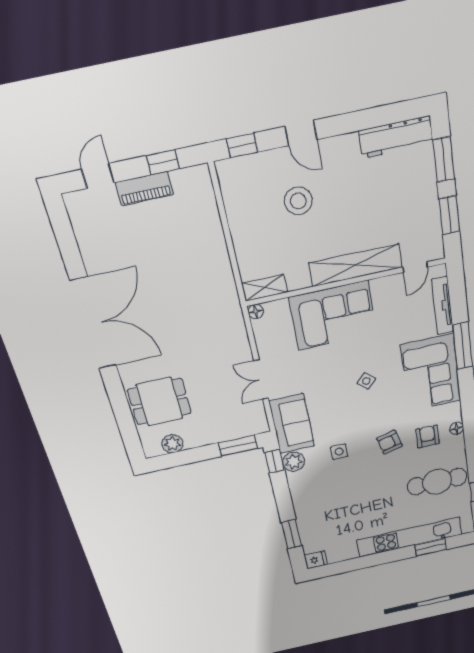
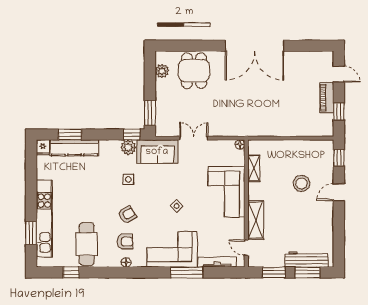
workbench: (396, 137) -> (306, 259), moved, turned 90
shelving: (356, 265) -> (256, 220), width x0.68
shelving: (265, 288) -> (254, 168), moved
armchair: (389, 442) -> (127, 215), turned 74
kitchen counter: (309, 525) -> (74, 148), added

